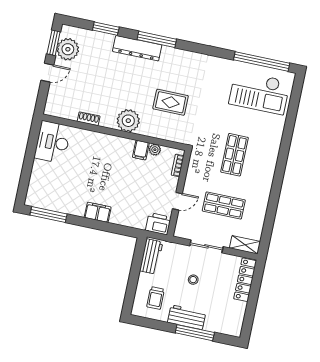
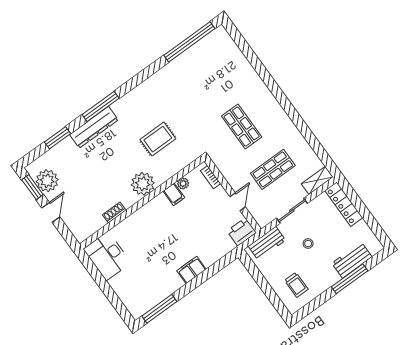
checkout: (259, 92) -> (211, 65), removed
workbench: (151, 256) -> (267, 243), moved, turned 90
workbench: (187, 317) -> (352, 260), moved

